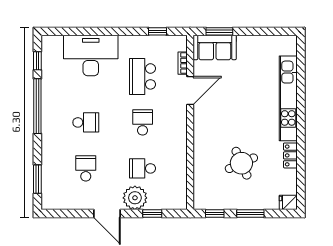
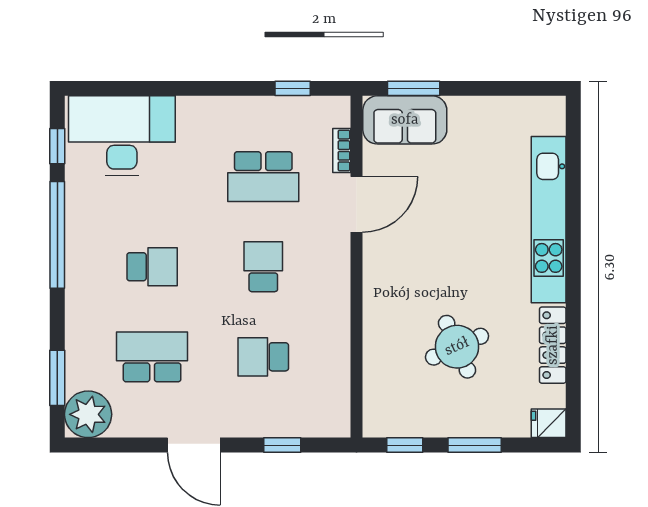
desk: (91, 55) -> (122, 136), moved
school desk: (143, 76) -> (263, 177), turned -90
locker: (290, 155) -> (553, 345), width x1.53
school desk: (86, 168) -> (152, 357), width x1.85
plant: (135, 198) -> (88, 414), moved

